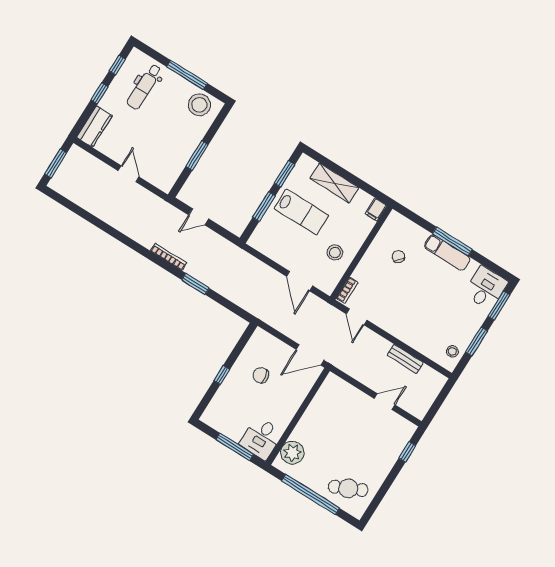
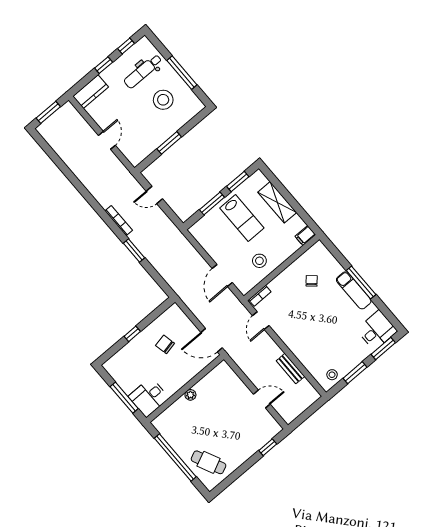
stool: (199, 105) -> (163, 100), moved
plant: (292, 453) -> (190, 395), moved, width x0.53, depth x0.53

